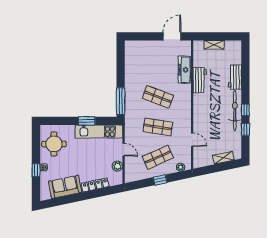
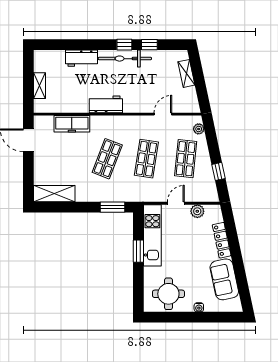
shelving: (131, 56) -> (54, 194), added
workbench: (200, 80) -> (106, 104), moved
window: (121, 101) -> (113, 207), width x0.69
shop shelf: (158, 157) -> (186, 159), turned 30
window: (36, 170) -> (203, 317), removed
window: (160, 180) -> (219, 171), moved

